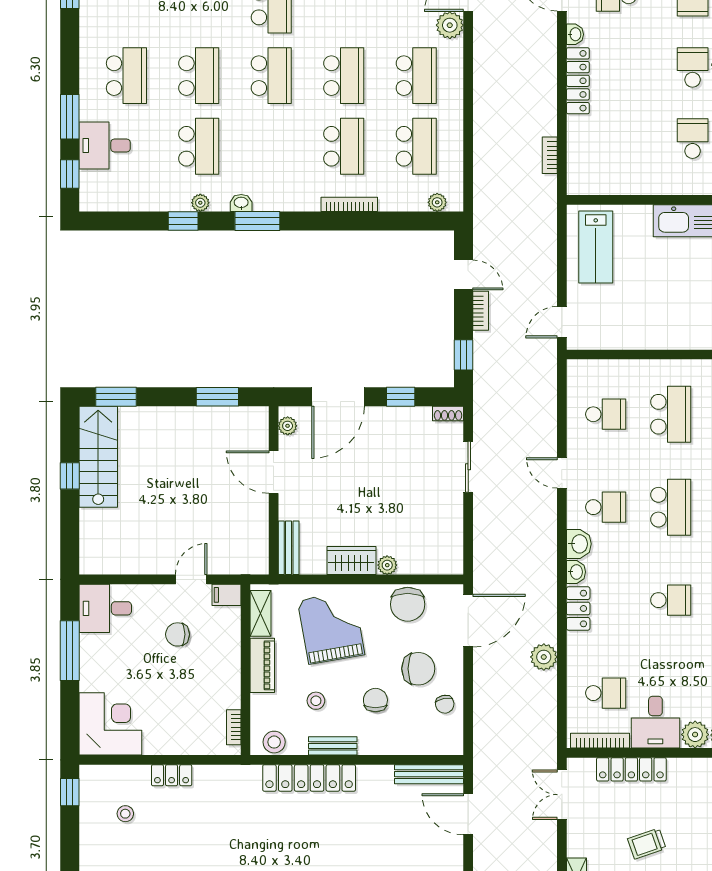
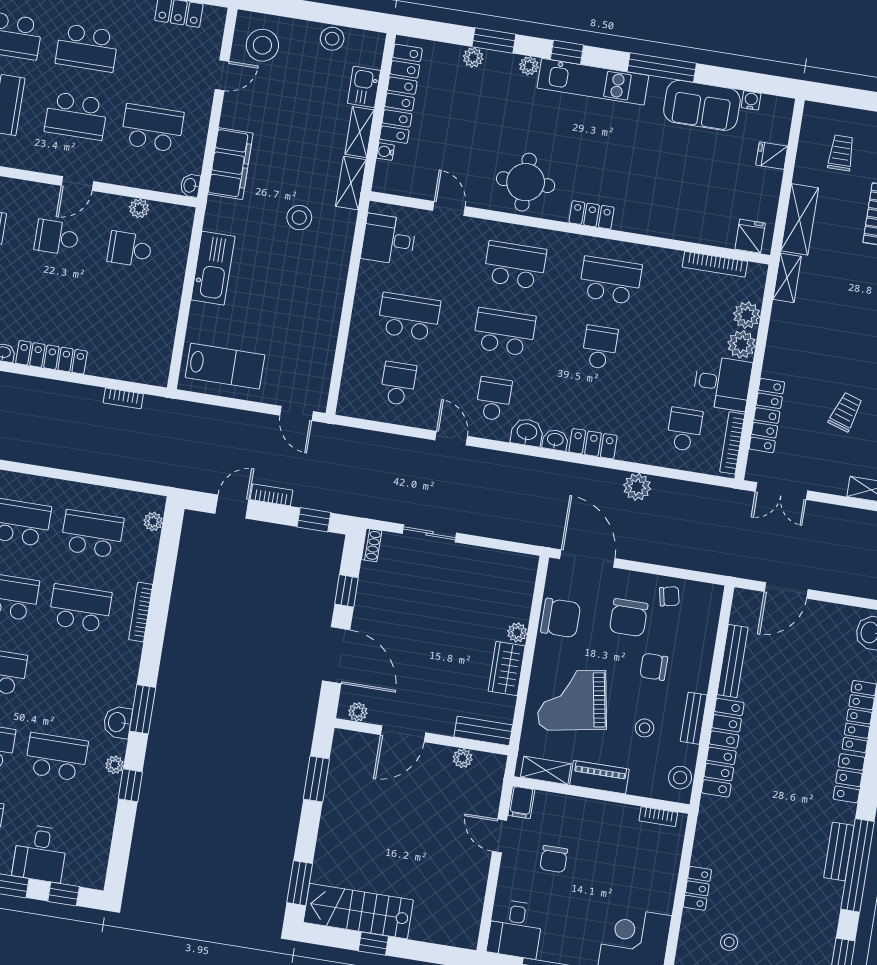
washbasin: (241, 203) -> (117, 722), width x1.38, depth x1.45
door: (562, 473) -> (451, 438), swing flipped
plant: (259, 532) -> (463, 758), added
chair: (418, 669) -> (629, 618), turned 180
bench: (429, 774) -> (733, 661), moved
trolley: (647, 844) -> (846, 412), turned -143

